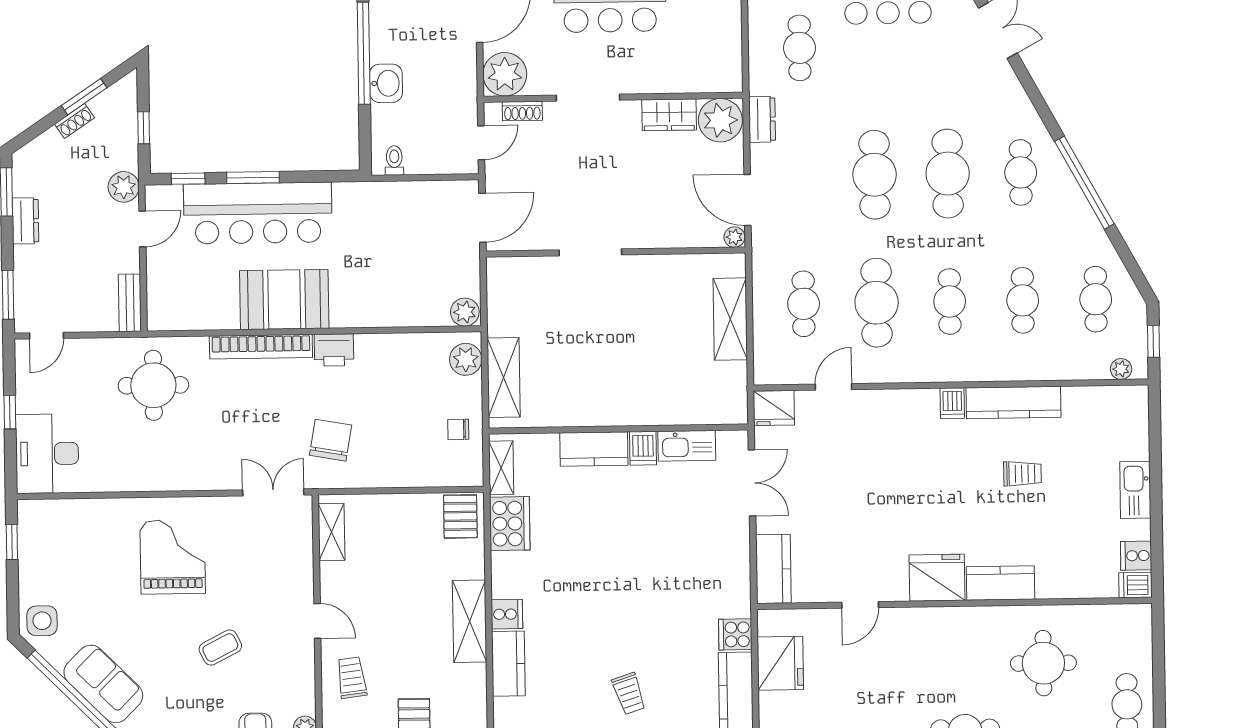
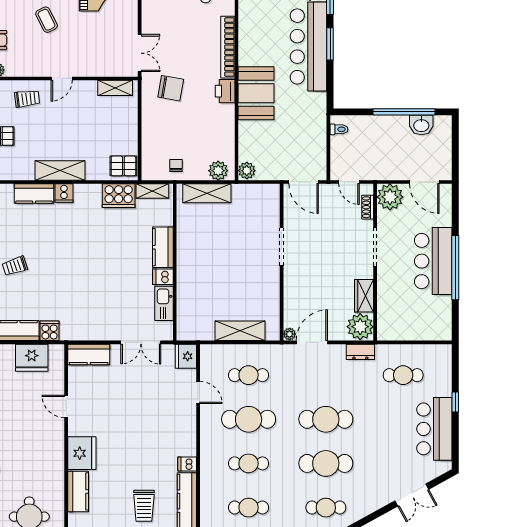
washbasin: (386, 83) -> (421, 125), moved
booth: (284, 300) -> (256, 93), moved
trolley: (1022, 474) -> (144, 506), width x1.36, depth x1.39

